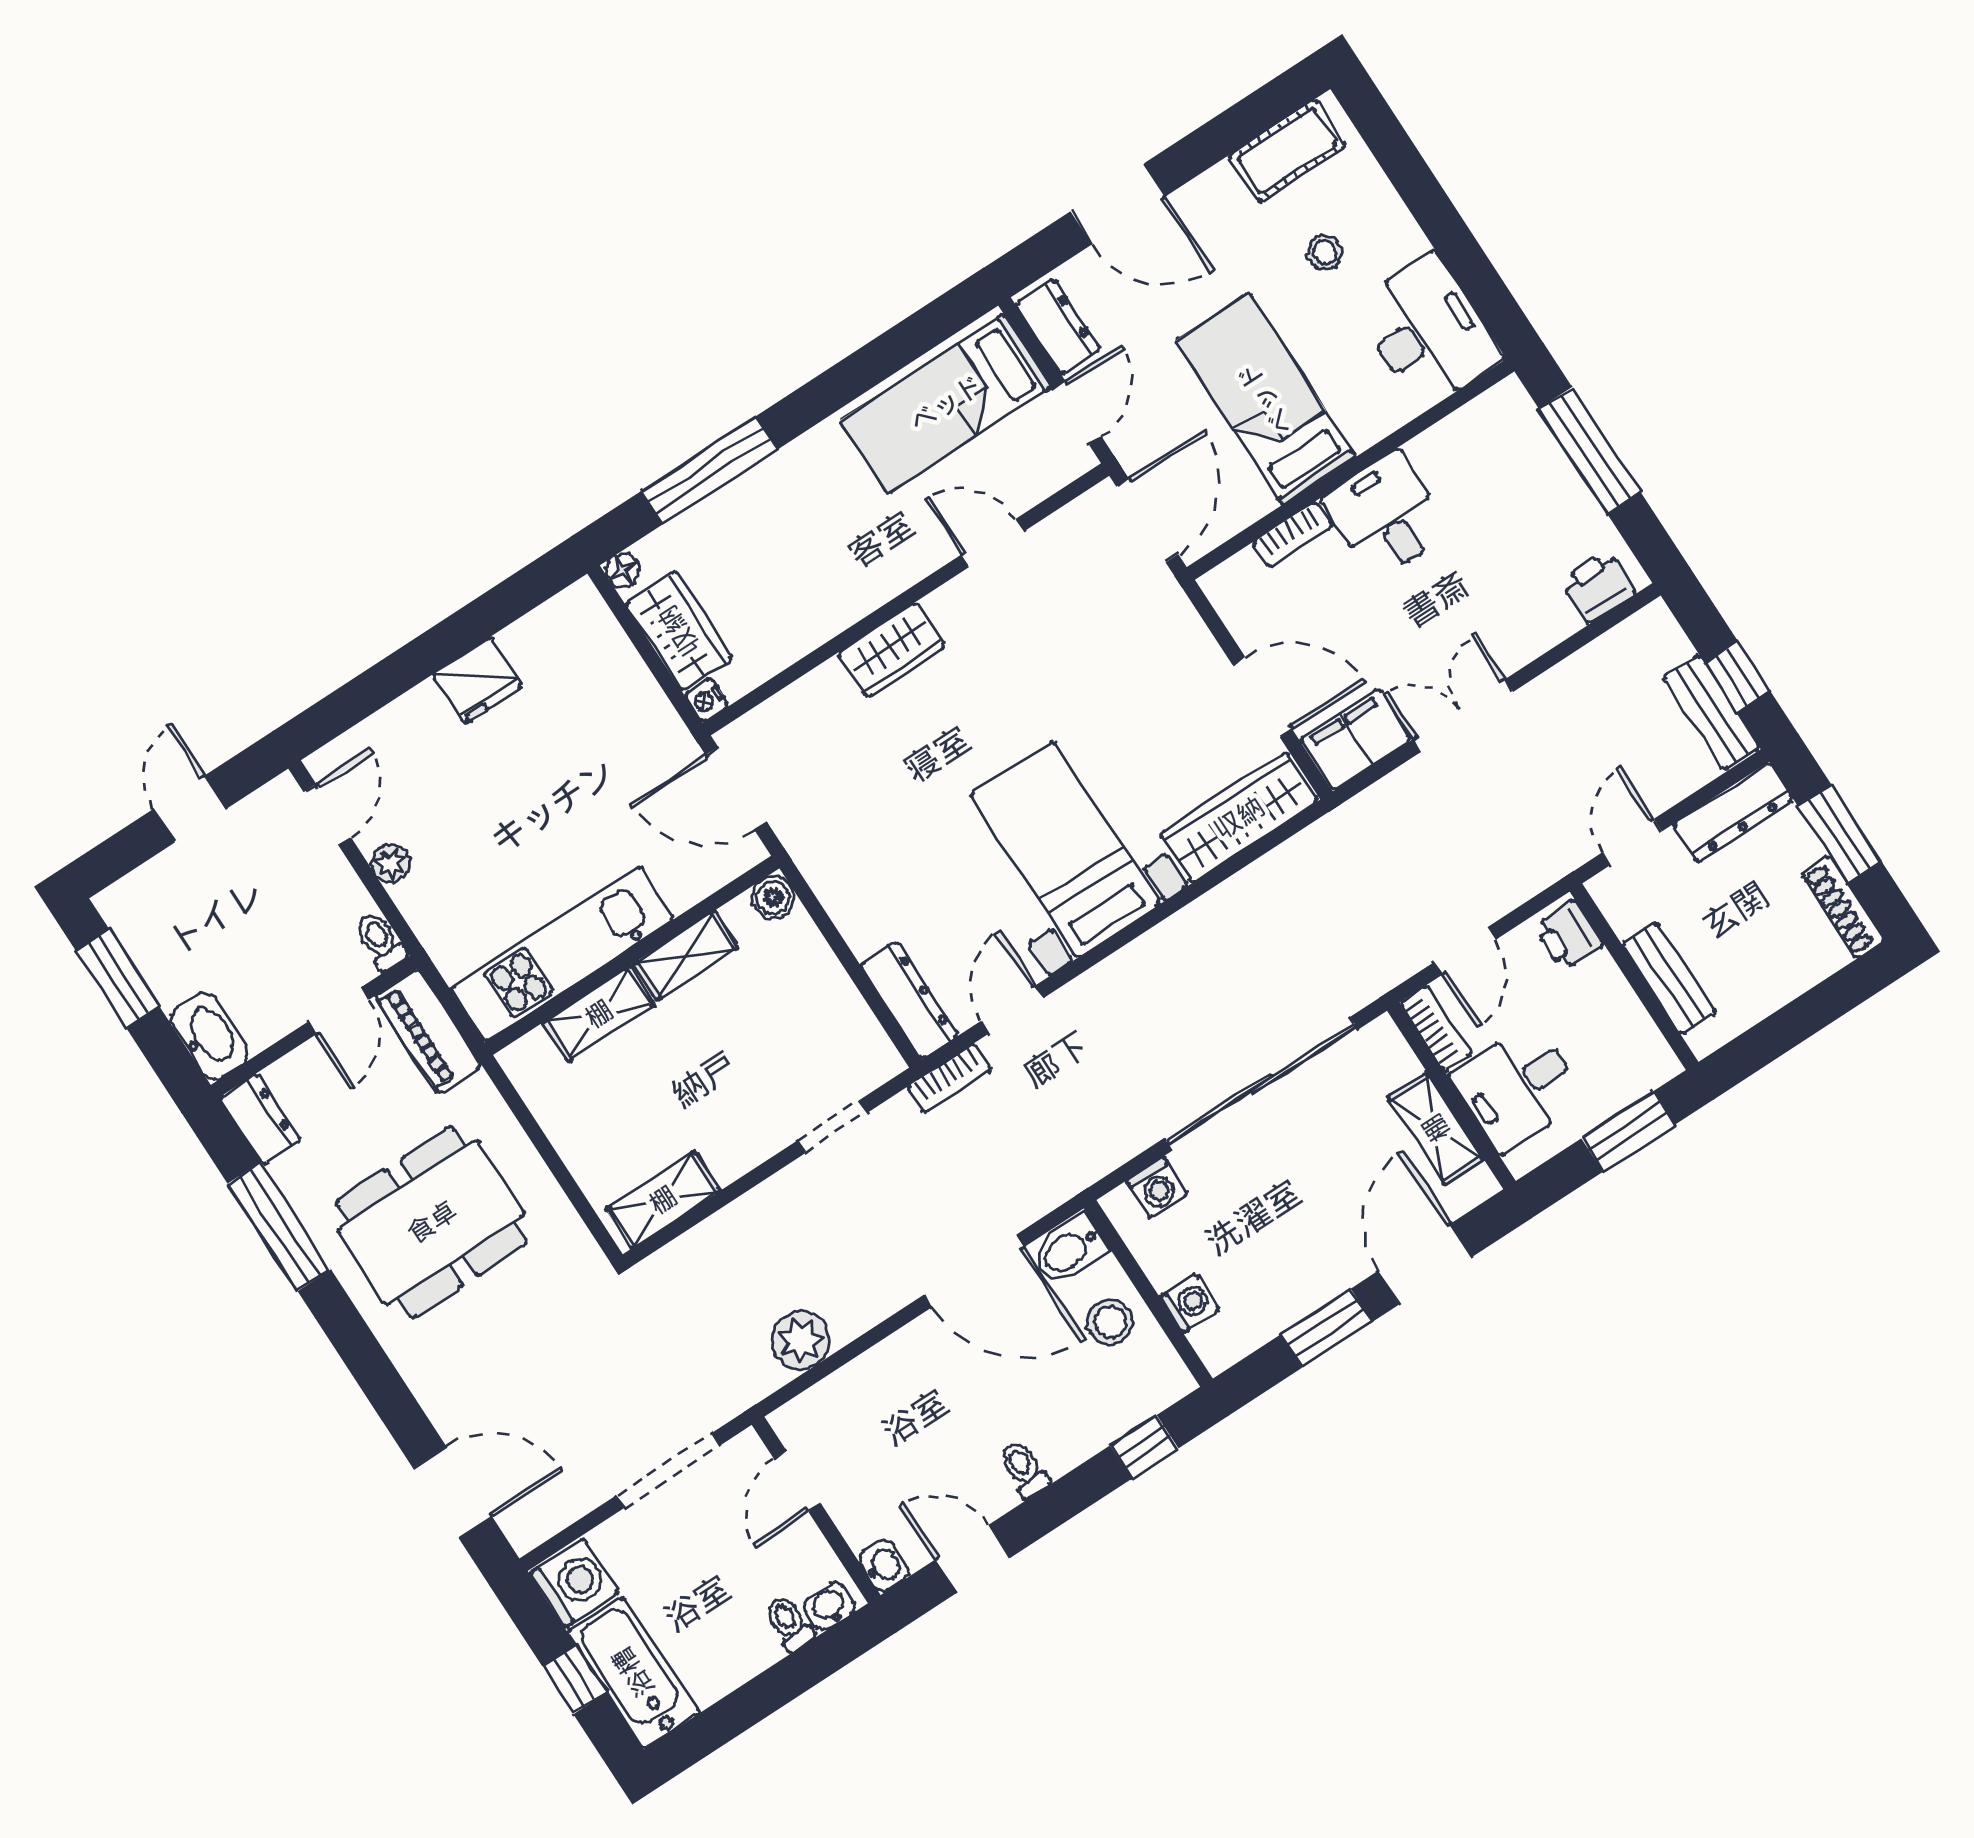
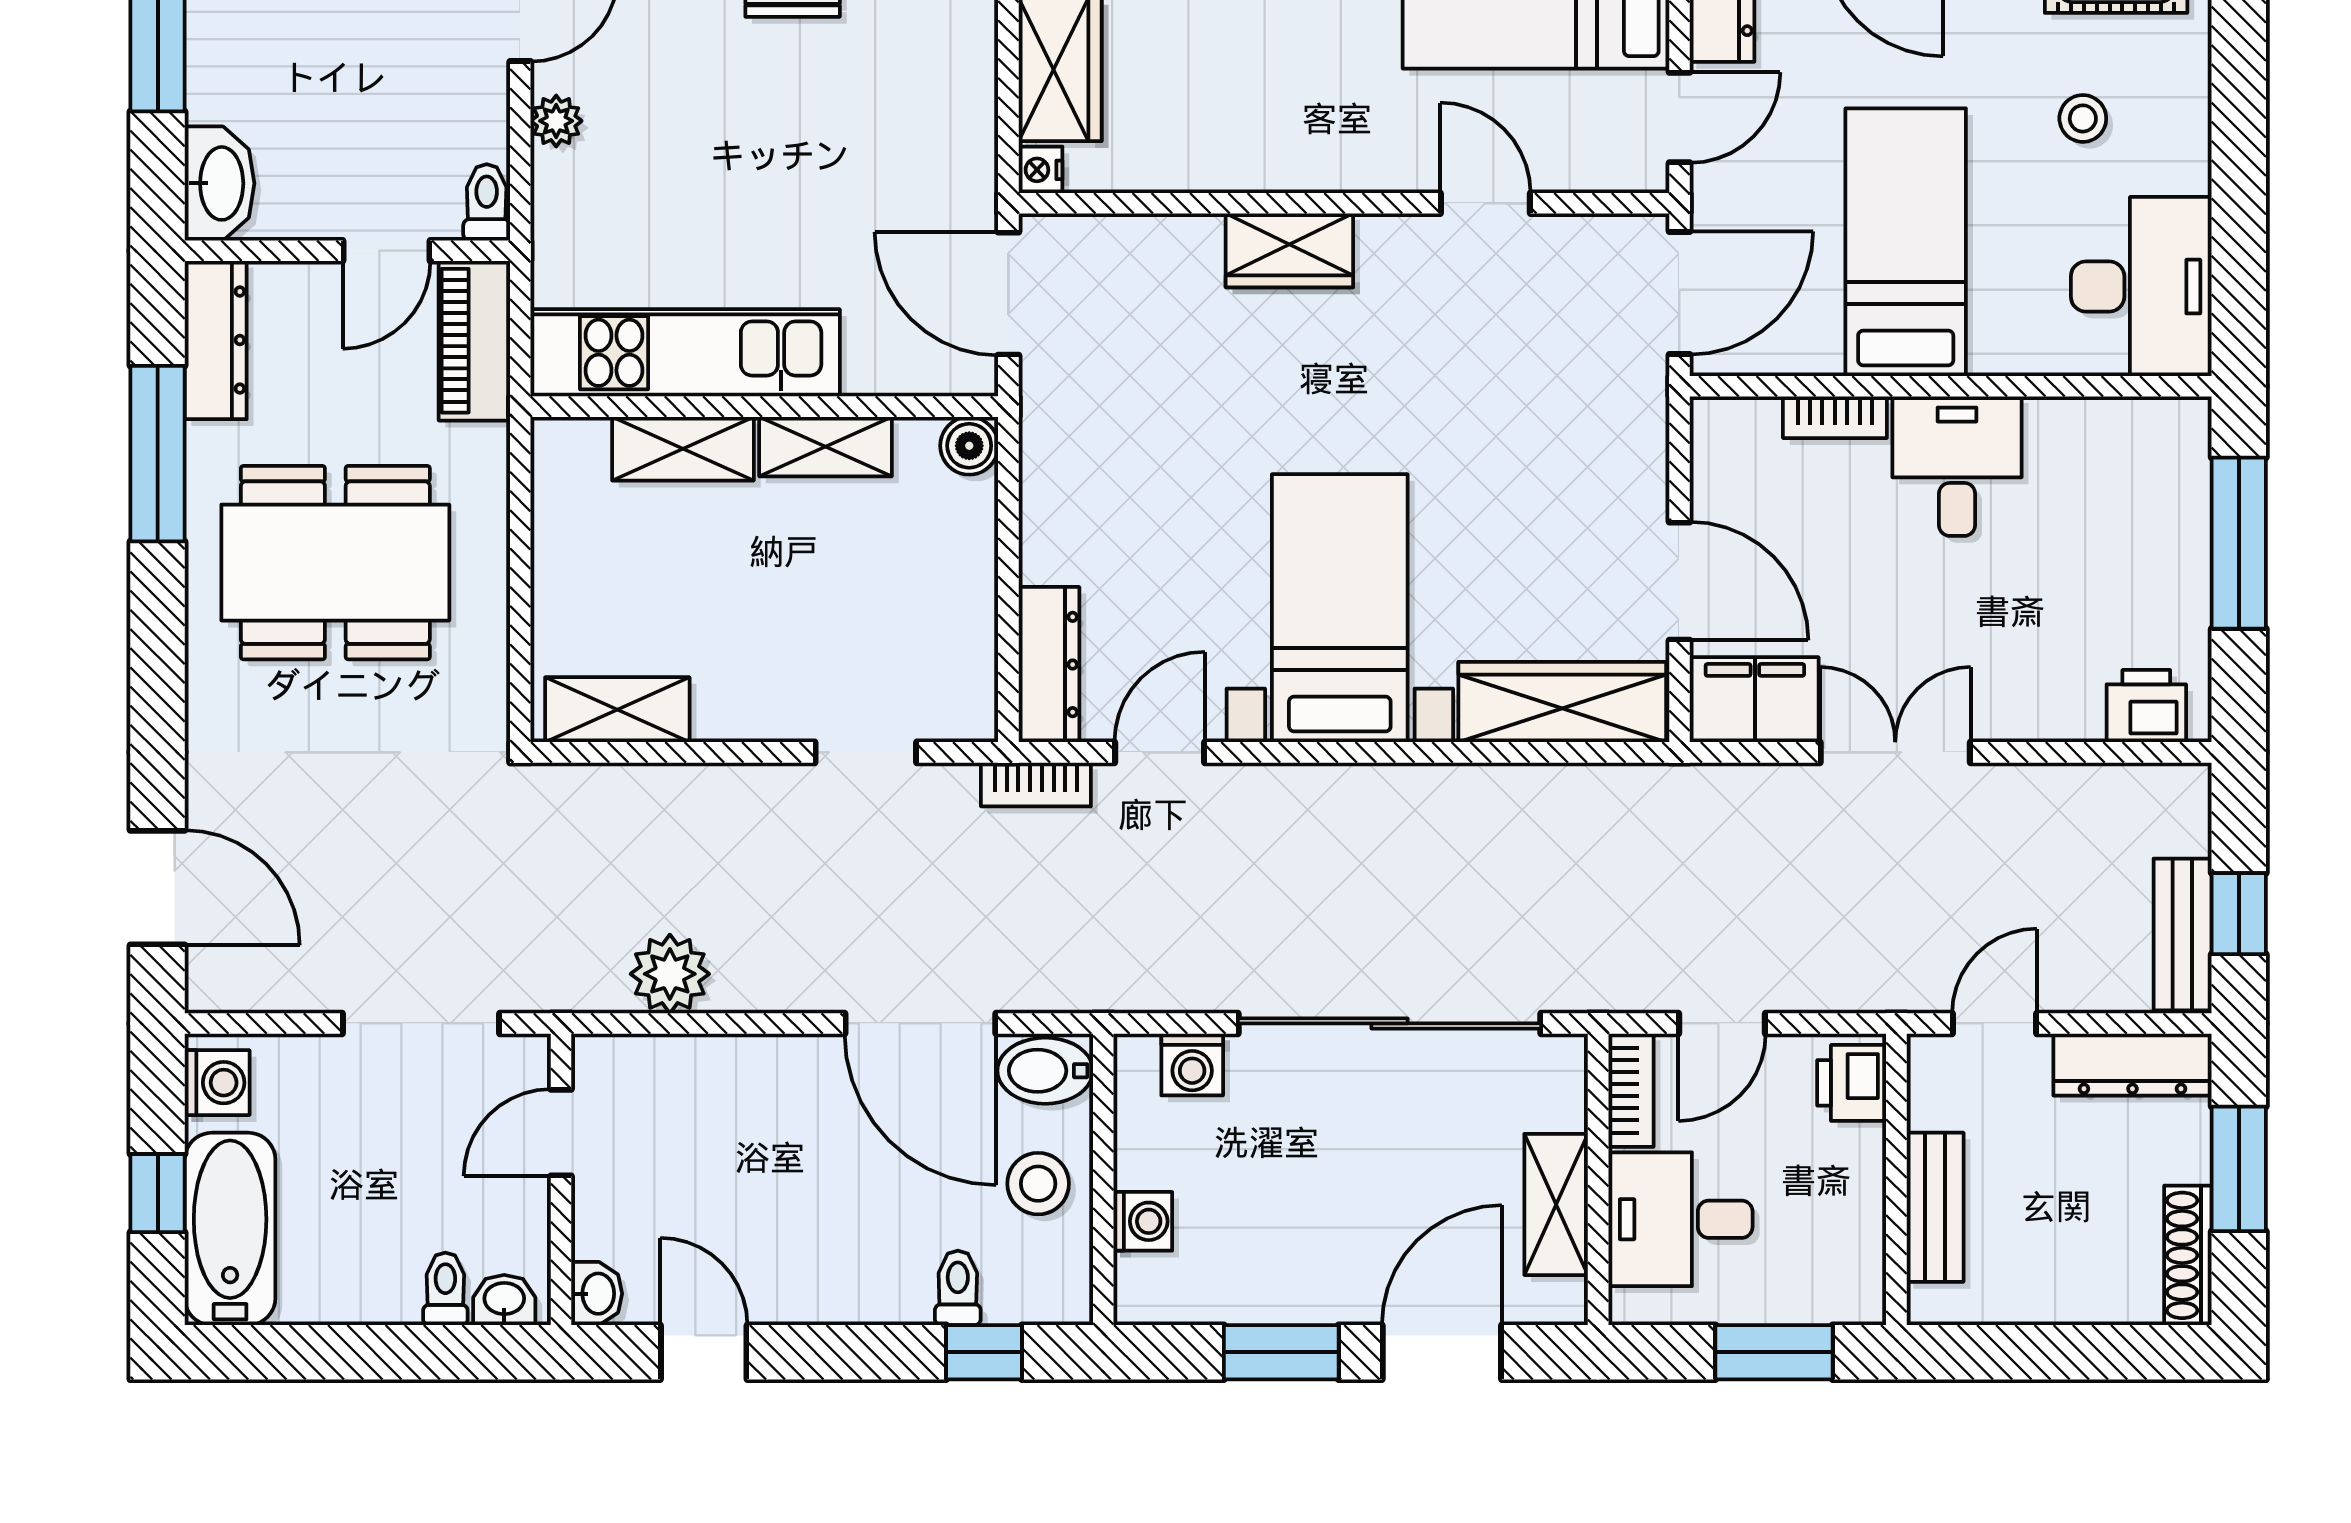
dresser: (260, 1119) -> (216, 340), width x1.44
toilet: (1024, 1469) -> (958, 1288), moved
washing machine: (574, 1583) -> (217, 1083), width x0.73, depth x0.73

